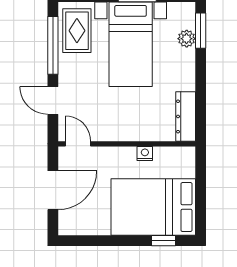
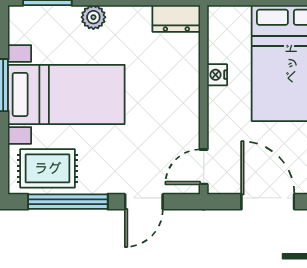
plant: (187, 39) -> (93, 17), moved
dresser: (186, 116) -> (176, 18), width x0.70

